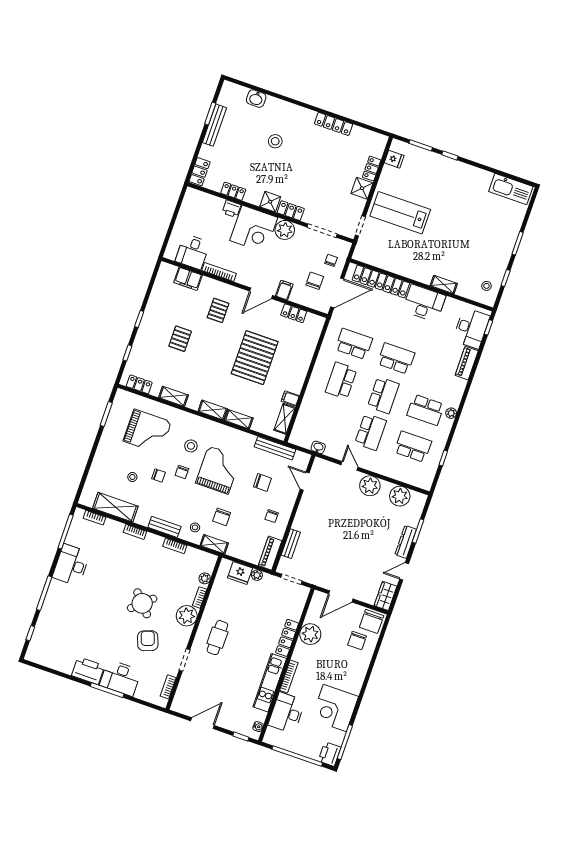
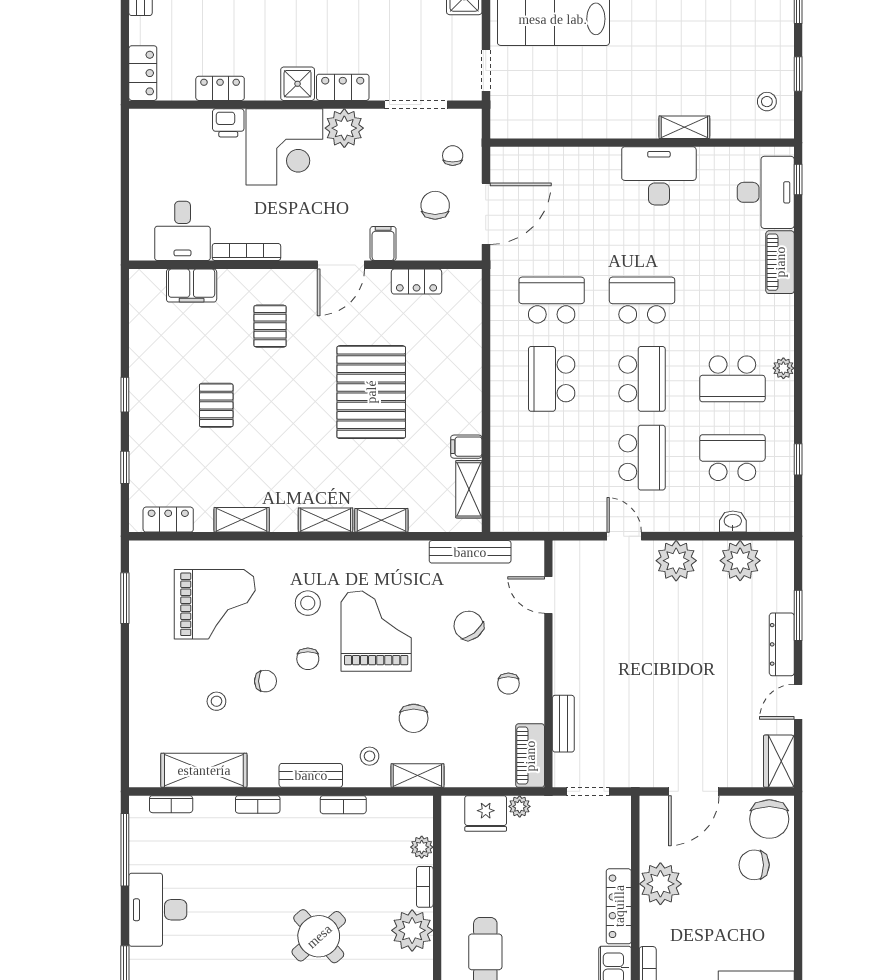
locker: (381, 281) -> (562, 163), removed
washbasin: (318, 447) -> (733, 521), moved
chair: (262, 482) -> (469, 626), turned -128
chair: (357, 640) -> (754, 865), turned 90

